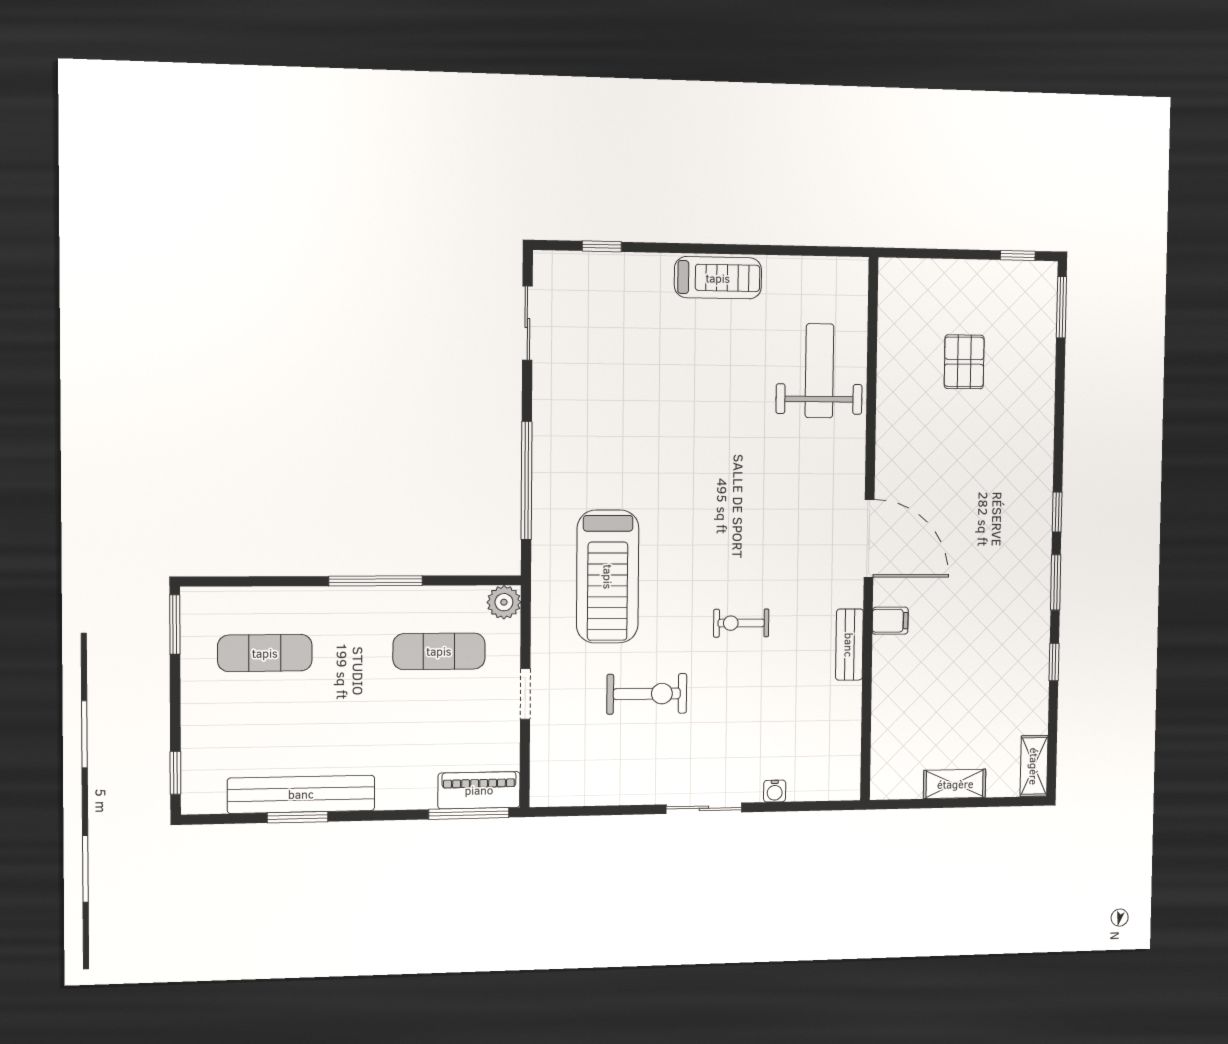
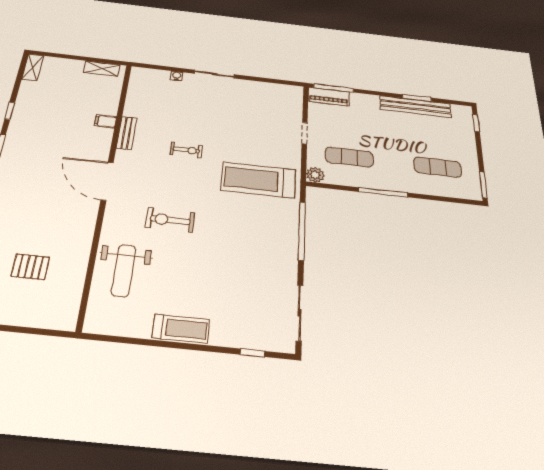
treadmill: (718, 278) -> (181, 329), turned 180
sliding door: (527, 323) -> (299, 313), width x1.37
pallet: (964, 362) -> (30, 267), turned 90
treadmill: (608, 577) -> (259, 180), turned -90
filing cabinet: (890, 621) -> (105, 121), moved
exercise bike: (647, 694) -> (170, 220), moved
shelving: (955, 784) -> (102, 69), moved

